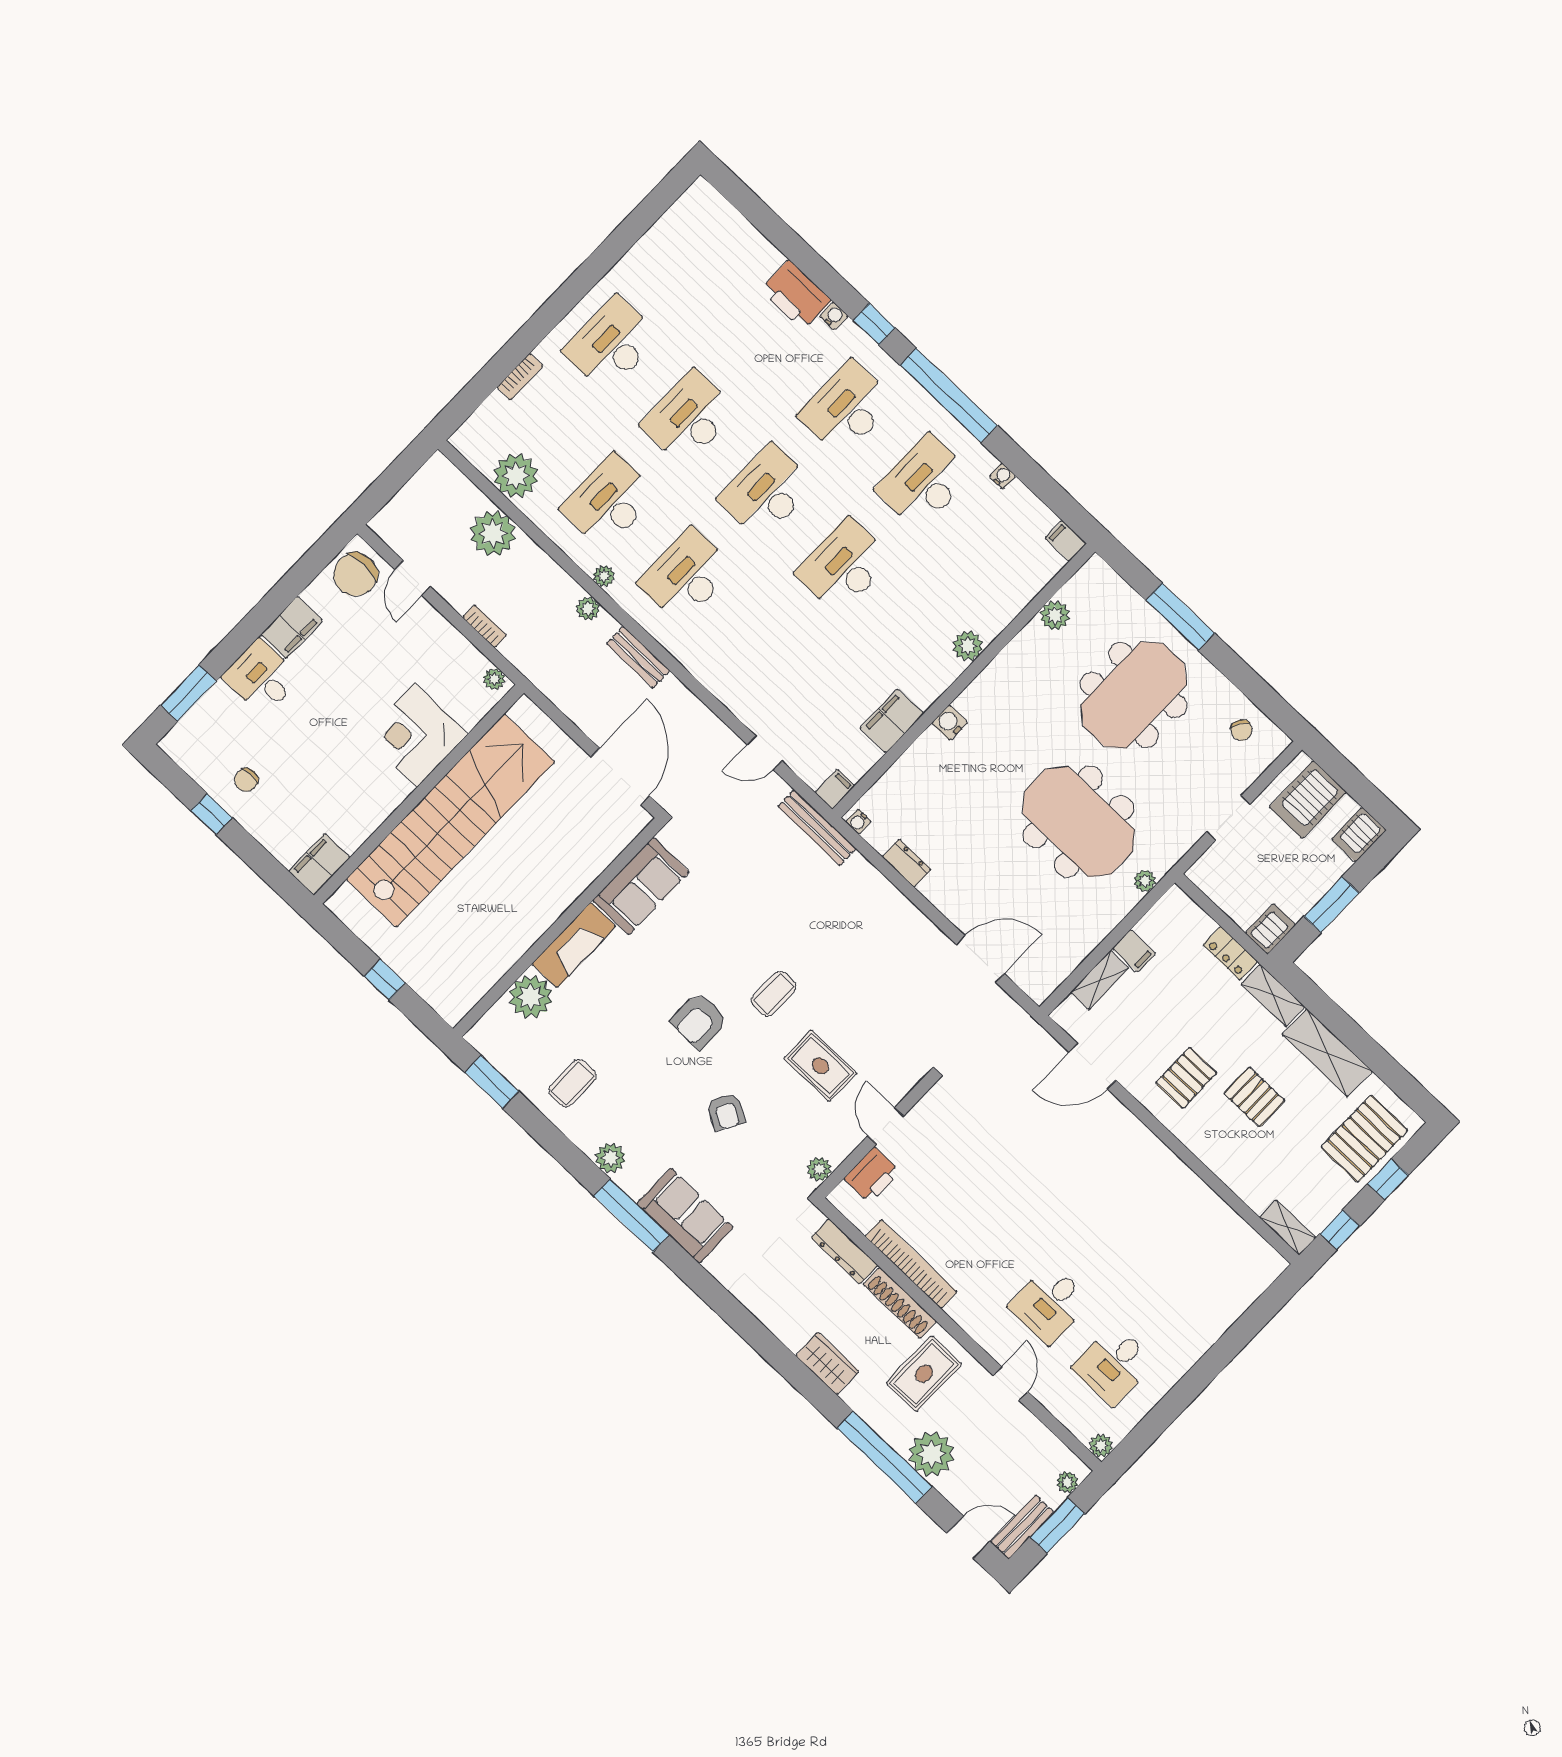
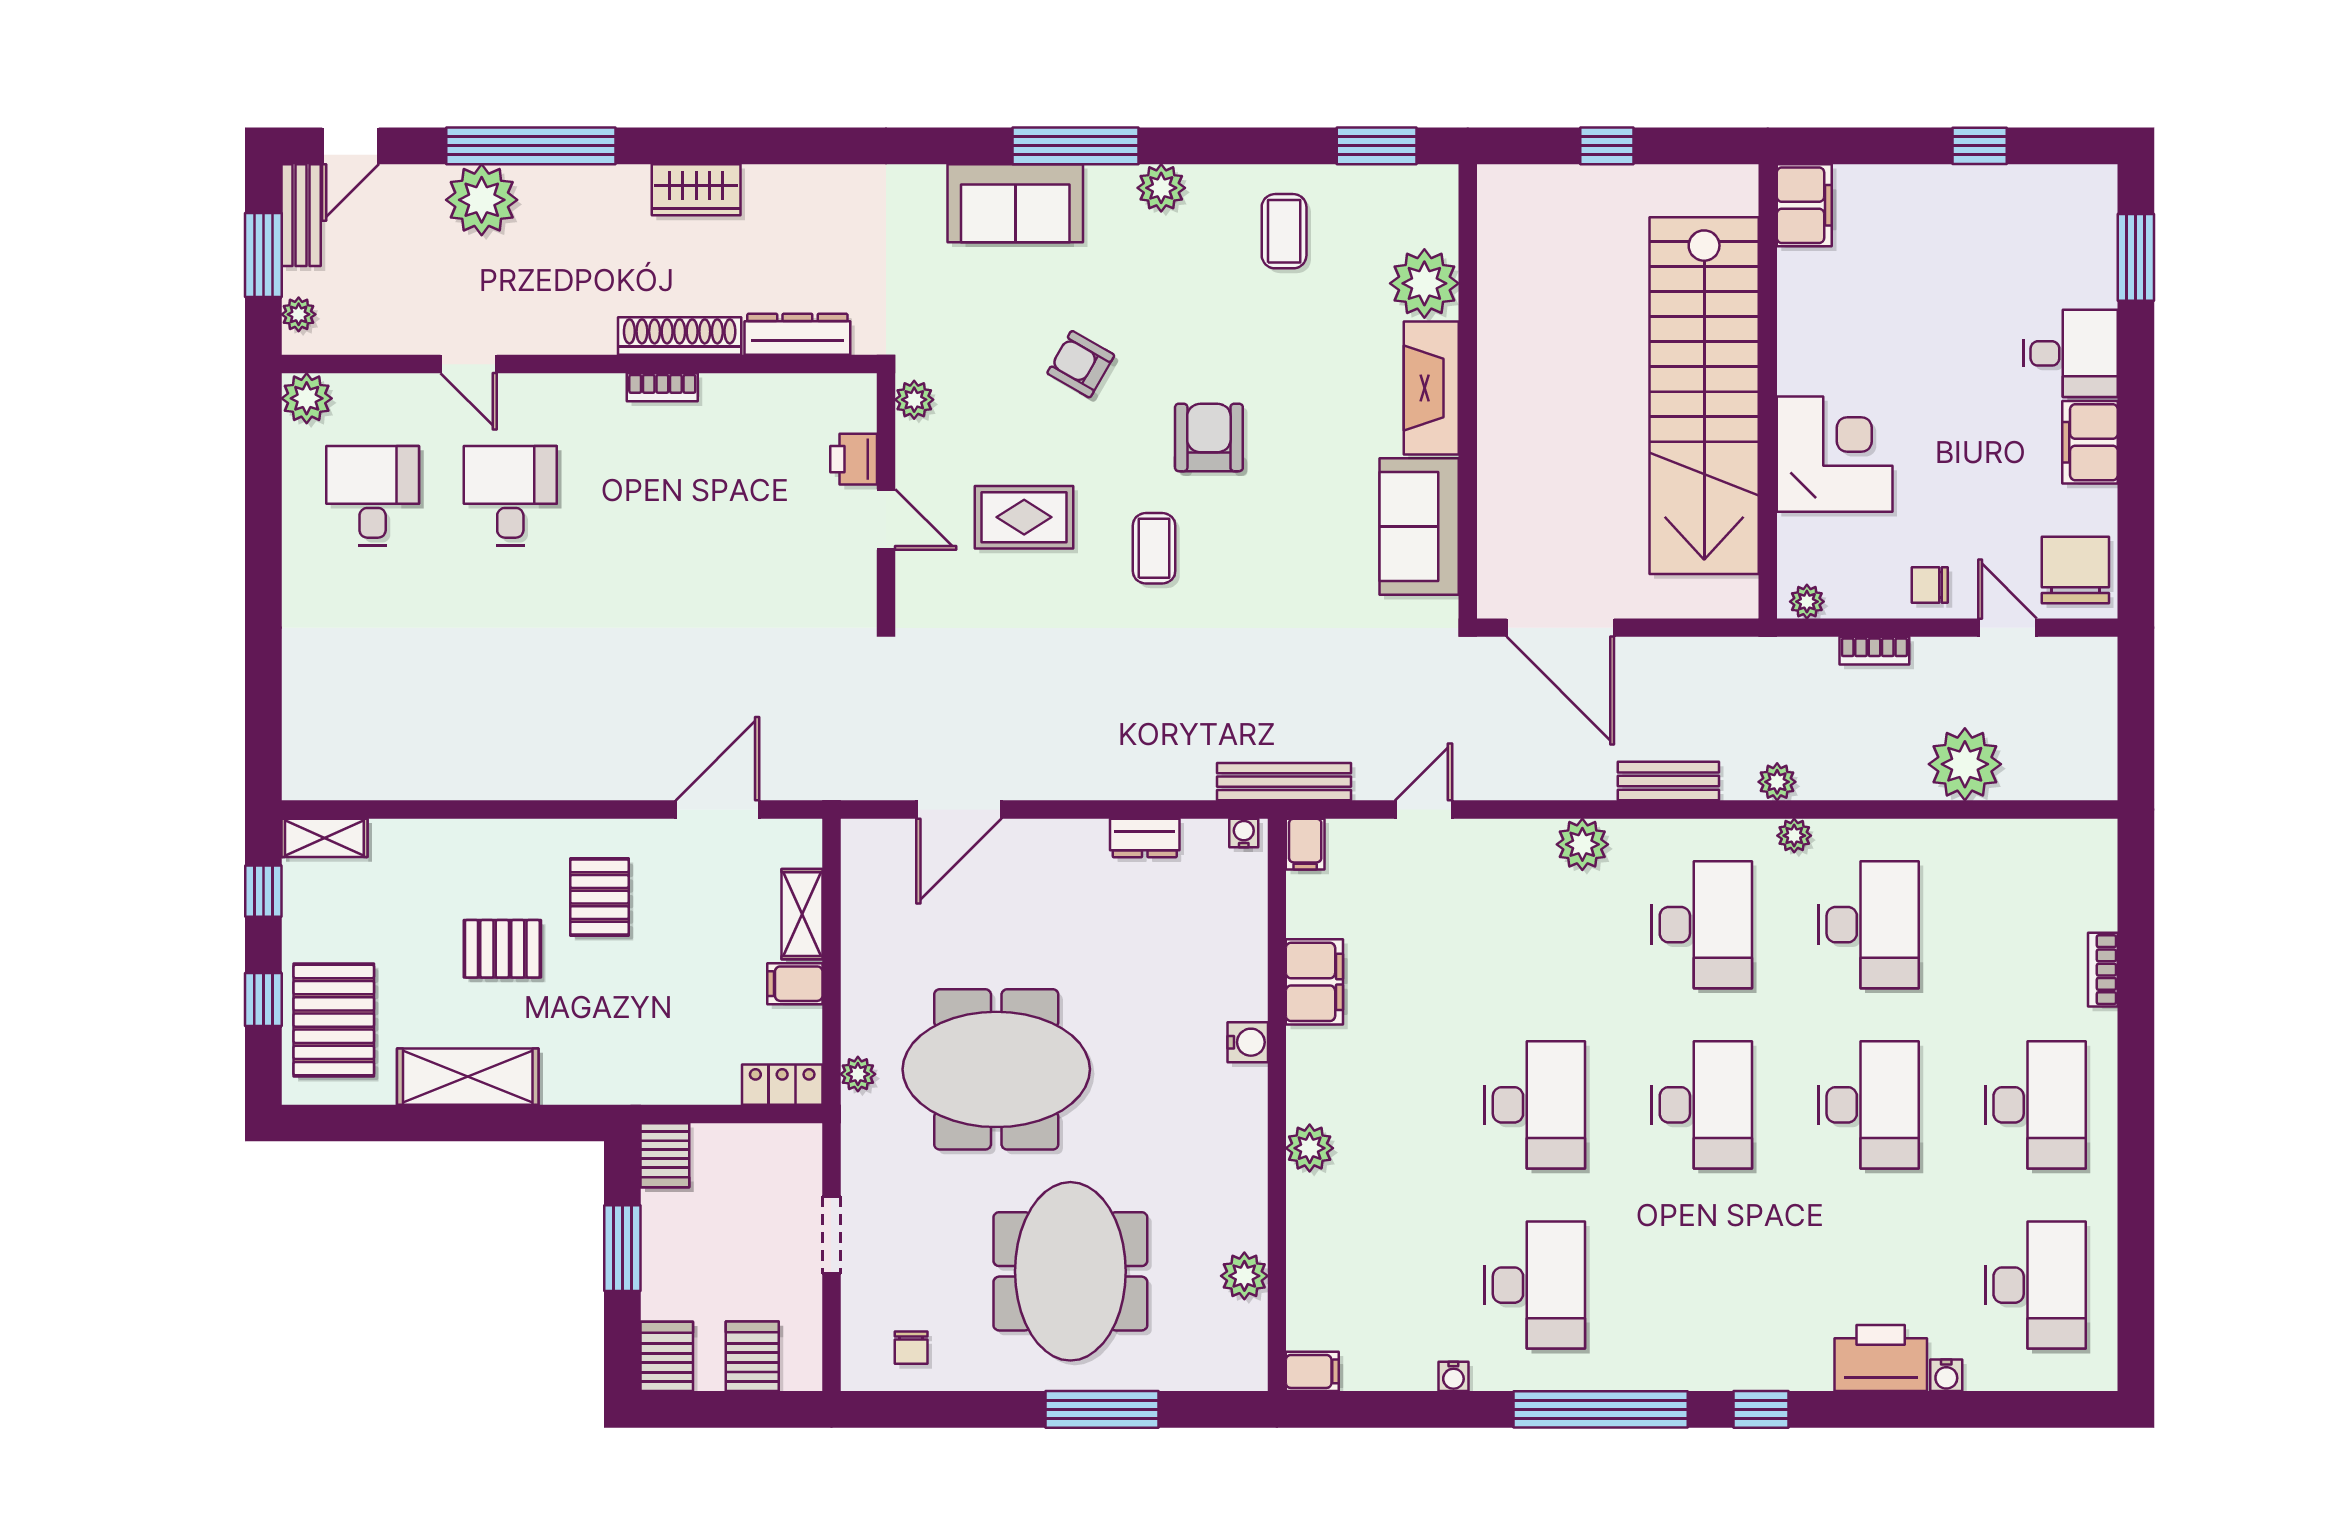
water cooler: (834, 316) -> (1946, 1375), moved
desk: (846, 408) -> (2036, 1285), moved
plant: (516, 476) -> (1582, 844), moved, width x0.73, depth x0.73
chair: (1242, 730) -> (911, 1348), turned -122
chair: (246, 780) -> (1930, 585), moved, turned -90
server rack: (1308, 800) -> (752, 1356), width x0.73, depth x0.70
locker: (1230, 953) -> (782, 1085), moved
shelving: (1273, 995) -> (590, 1083), removed
printer: (872, 1175) -> (854, 459), width x0.73, depth x0.81
bookcase: (911, 1264) -> (662, 387), width x0.43, depth x0.76
rug: (924, 1374) -> (577, 282), removed
plant: (1101, 1446) -> (307, 398), width x1.38, depth x1.38

